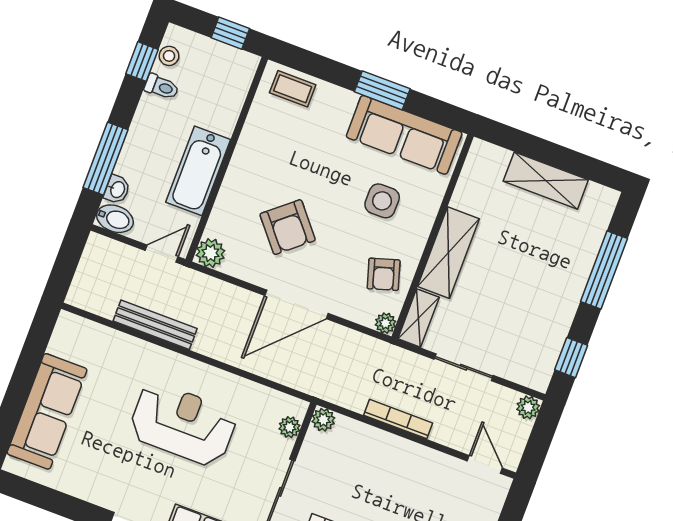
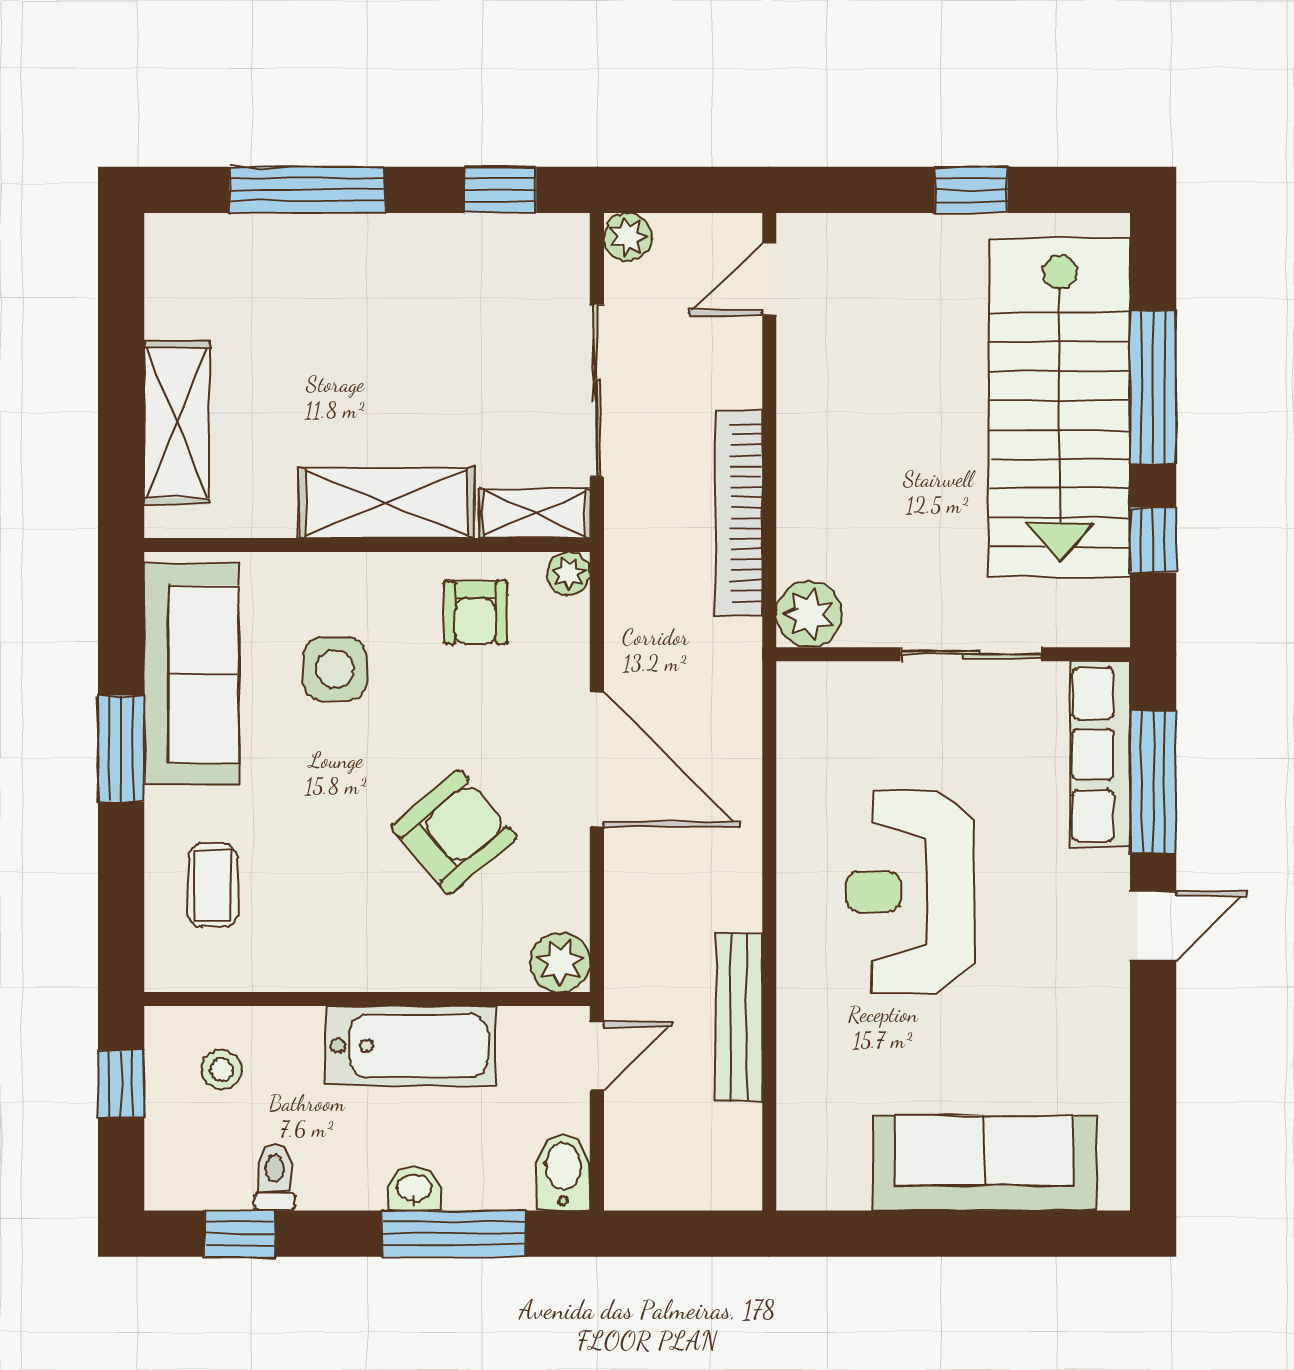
stool: (169, 56) -> (222, 1070), moved
coffee table: (293, 89) -> (213, 886), moved
shelving: (546, 181) -> (177, 423), moved
washbasin: (117, 189) -> (414, 1189), moved
door: (162, 254) -> (597, 1056), swing flipped
armchair: (384, 274) -> (476, 613), turned 107
sliding door: (464, 367) -> (597, 391), width x1.37
bookcase: (398, 419) -> (739, 513), width x1.48, depth x1.31
plant: (323, 420) -> (809, 614), width x1.38, depth x1.38
plant: (290, 427) -> (839, 683), removed

